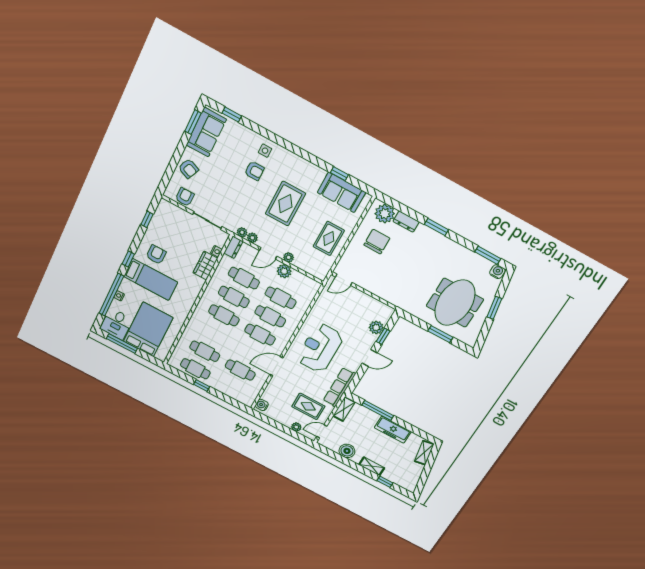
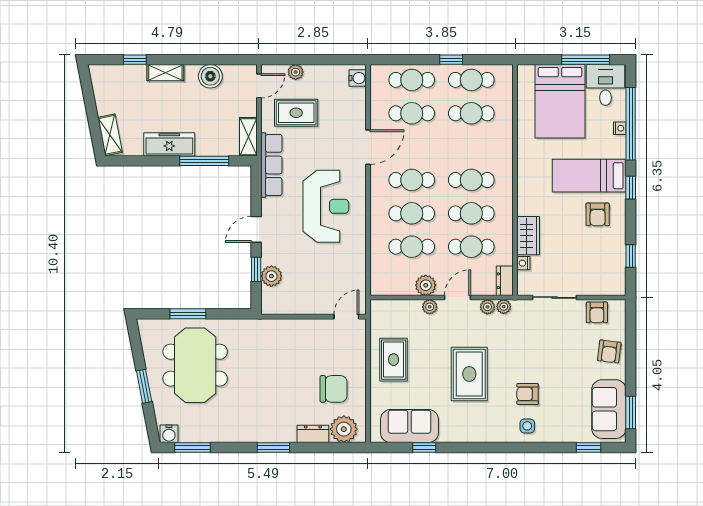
armchair: (188, 169) -> (609, 351), turned -106
chair: (377, 242) -> (334, 389), turned -90
cafe table: (231, 387) -> (412, 80), added

